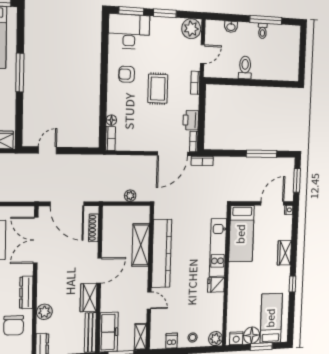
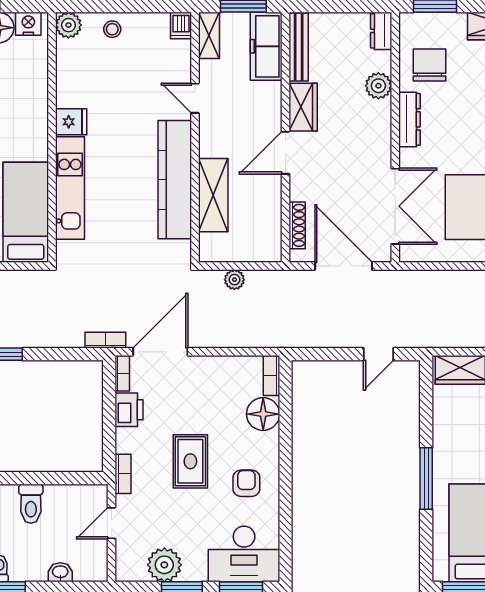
plant: (191, 29) -> (164, 565), moved
armchair: (127, 74) -> (246, 483), turned -90
floor lamp: (111, 120) -> (263, 414), width x1.89, depth x1.89
dishwasher: (172, 341) -> (181, 25), moved

